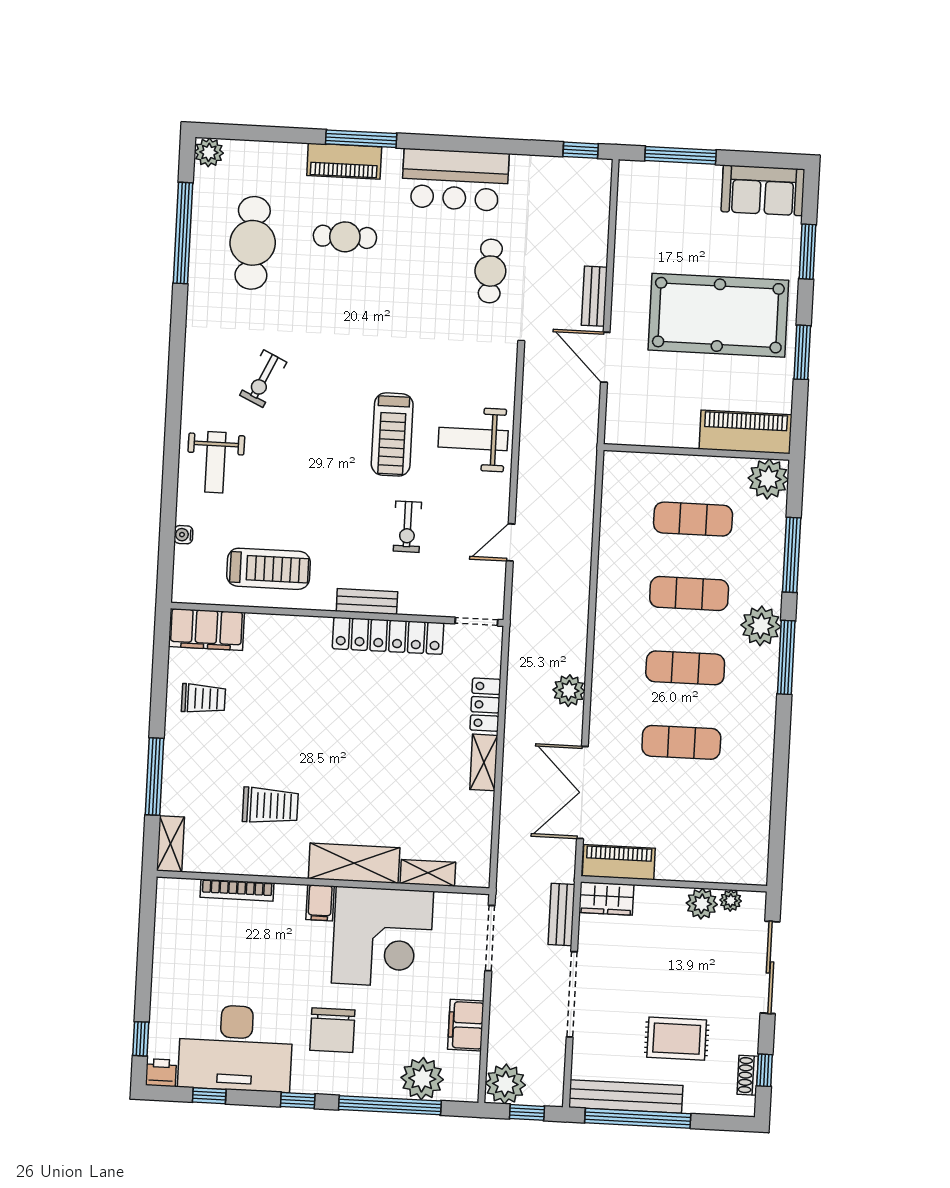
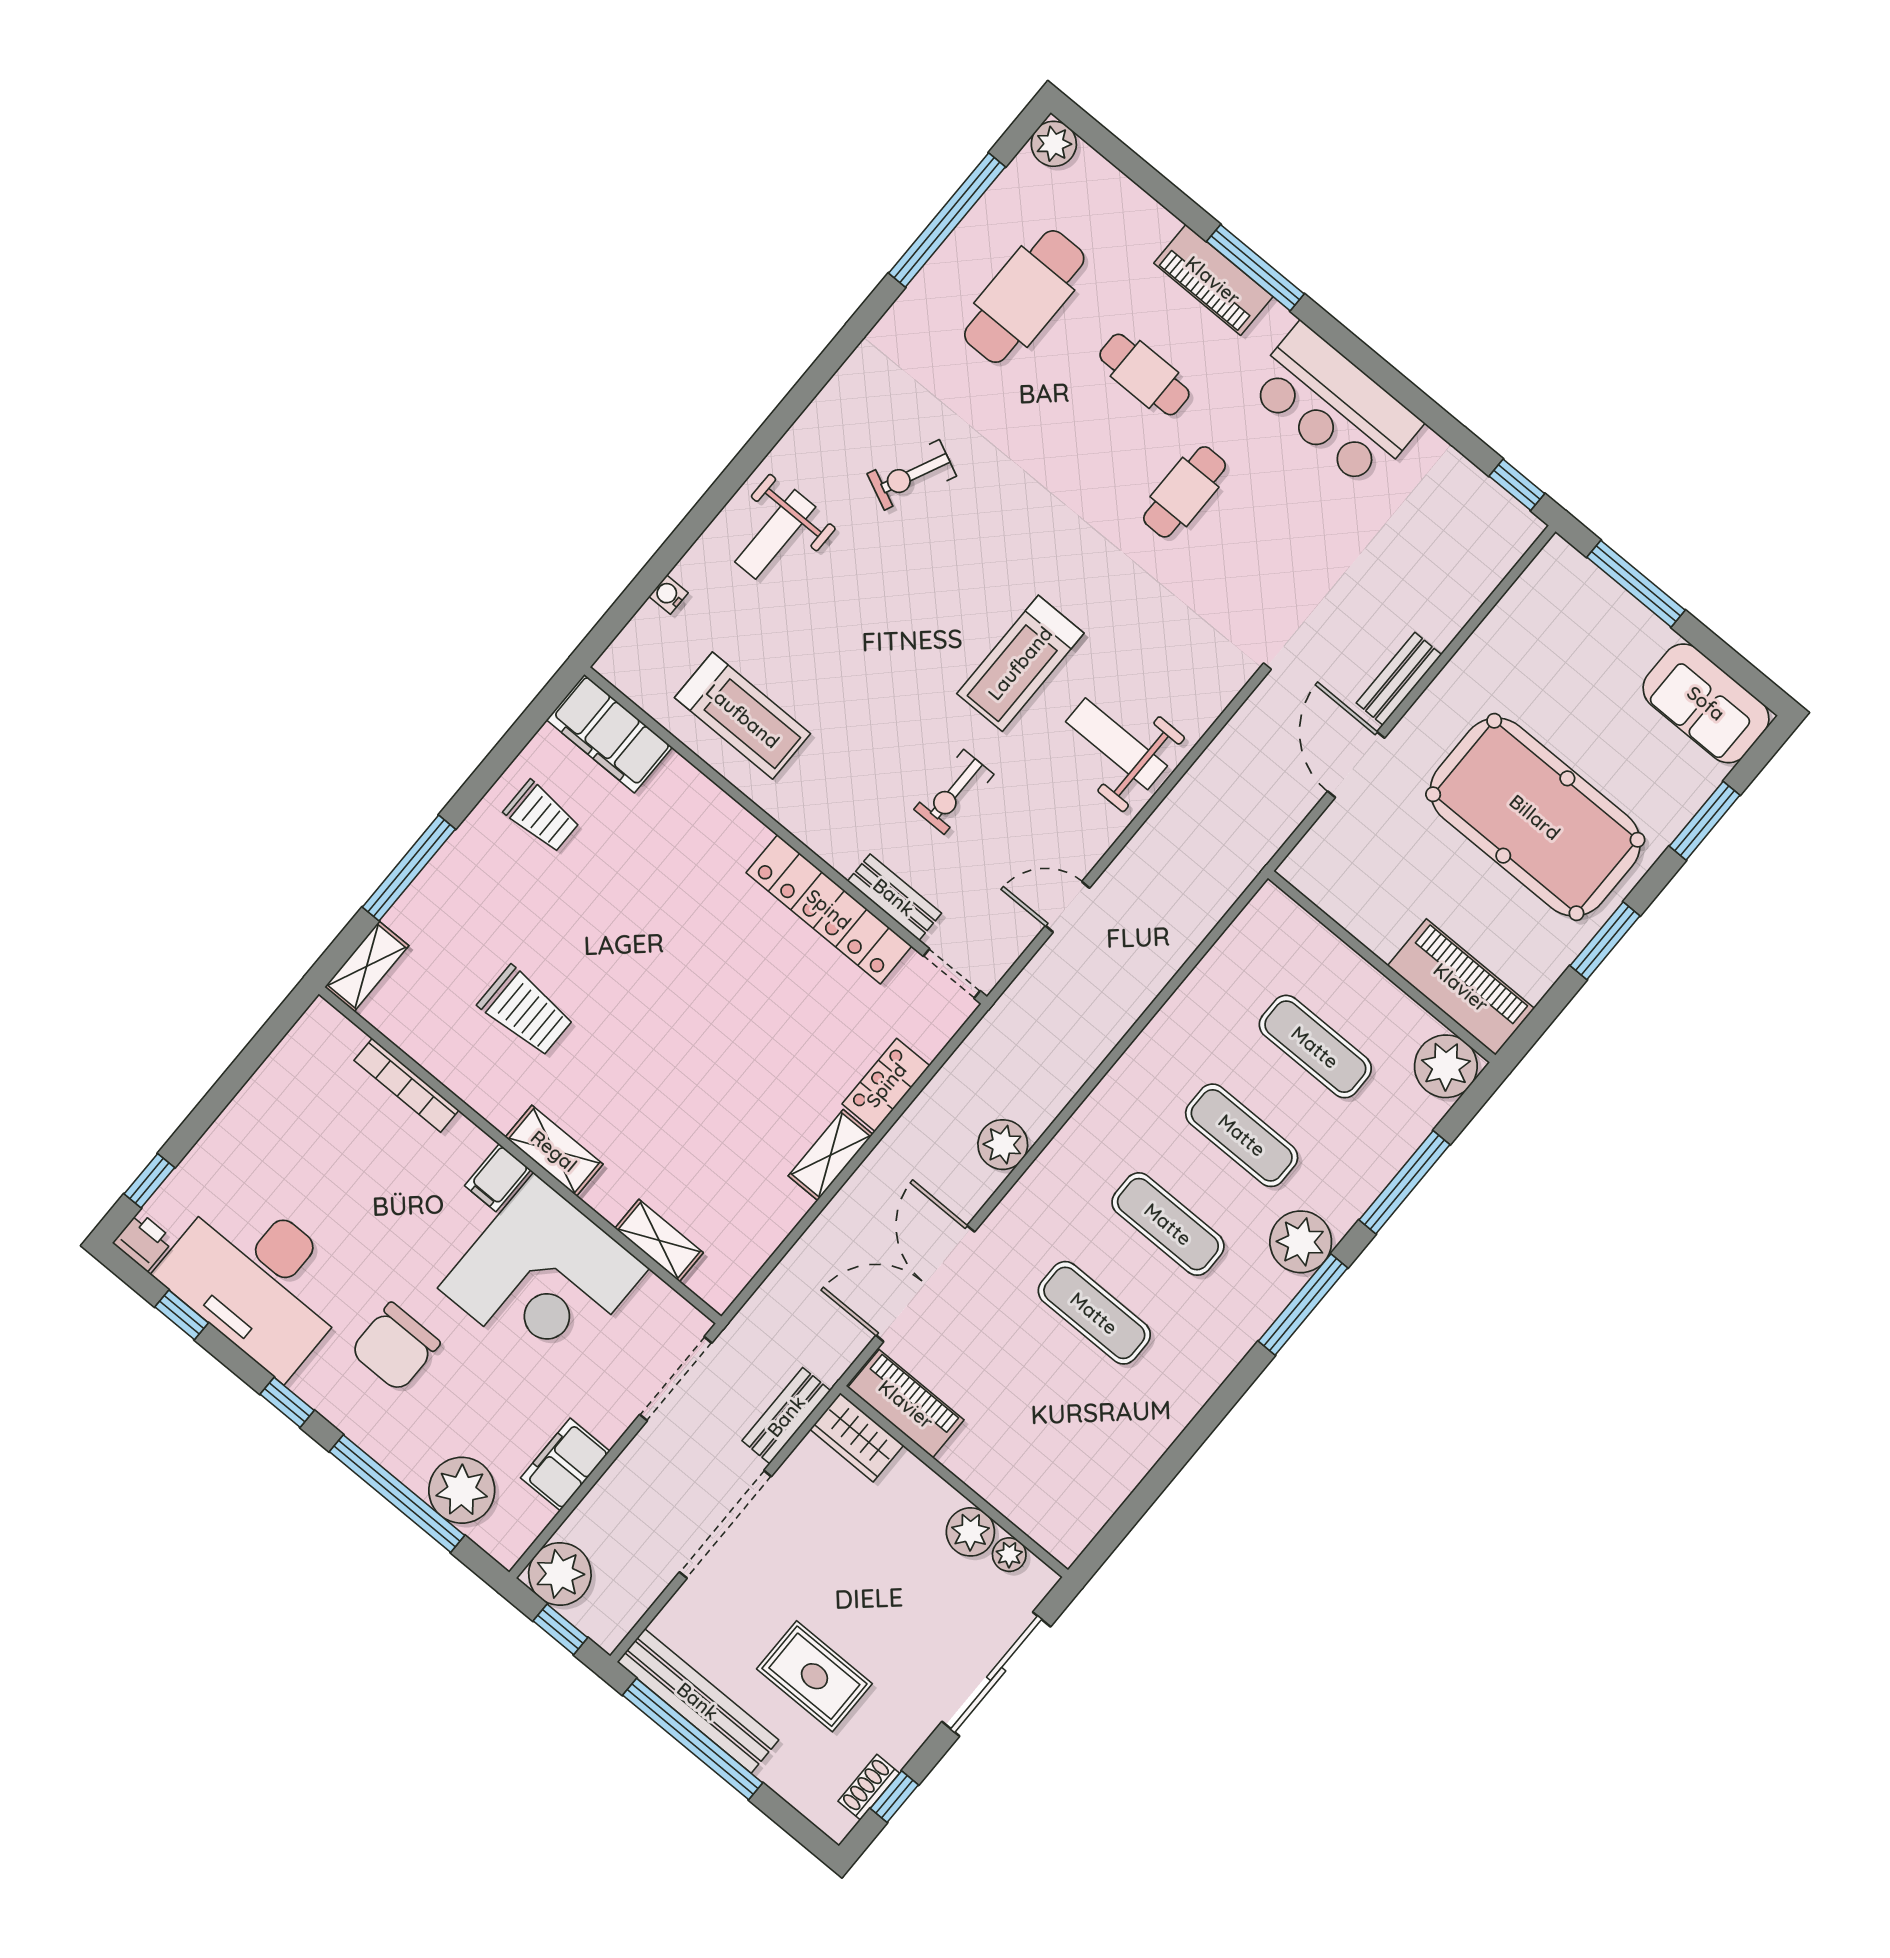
cafe table: (490, 271) -> (1185, 492), moved
bench: (367, 602) -> (894, 897), moved
shelving: (354, 863) -> (554, 1151), width x0.67, depth x0.75

